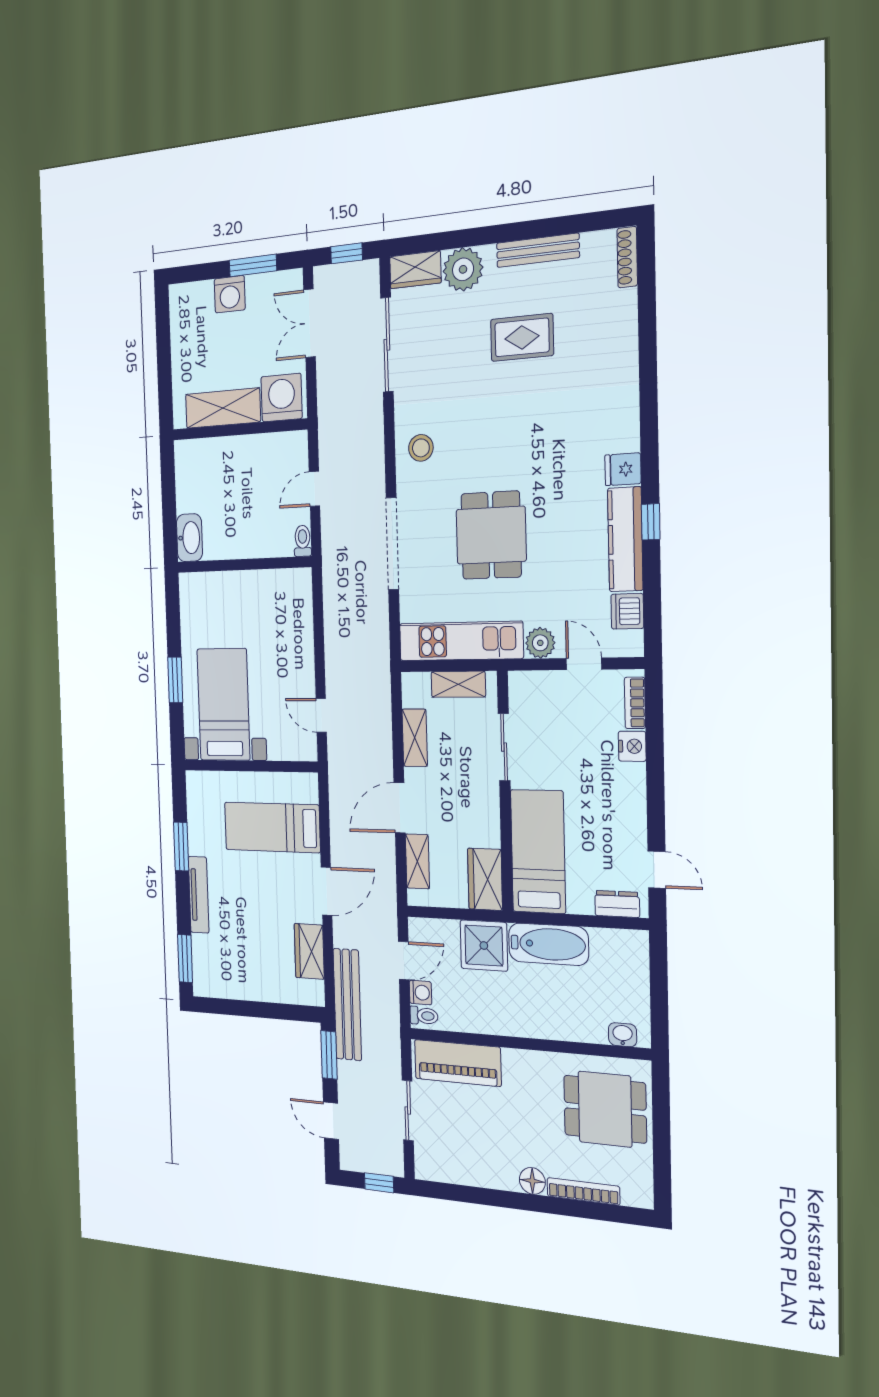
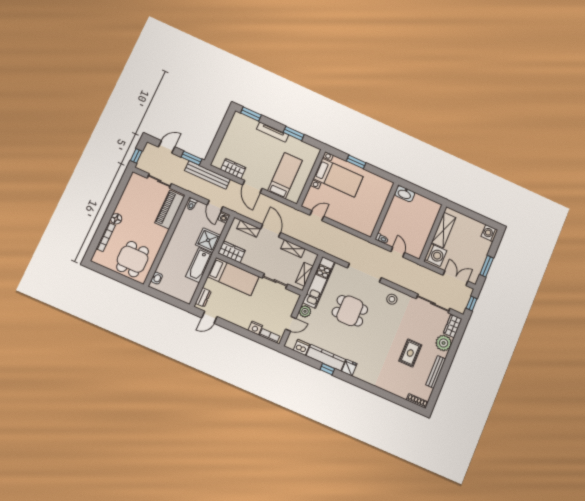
washing machine: (230, 294) -> (489, 233), moved
washing machine: (420, 993) -> (224, 217), moved

